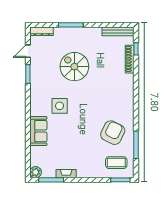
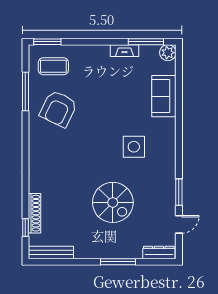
sofa: (38, 131) -> (164, 96), moved

